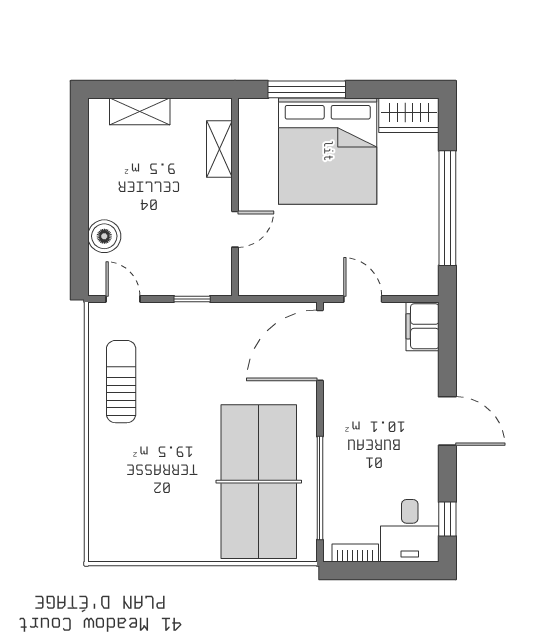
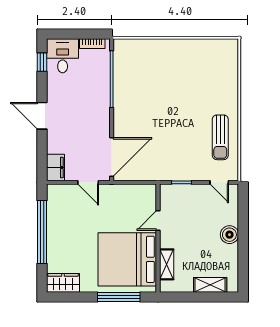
bed: (328, 151) -> (127, 259), moved, turned -90
boiler: (104, 236) -> (229, 235), moved
table tennis table: (259, 482) -> (145, 83), removed

